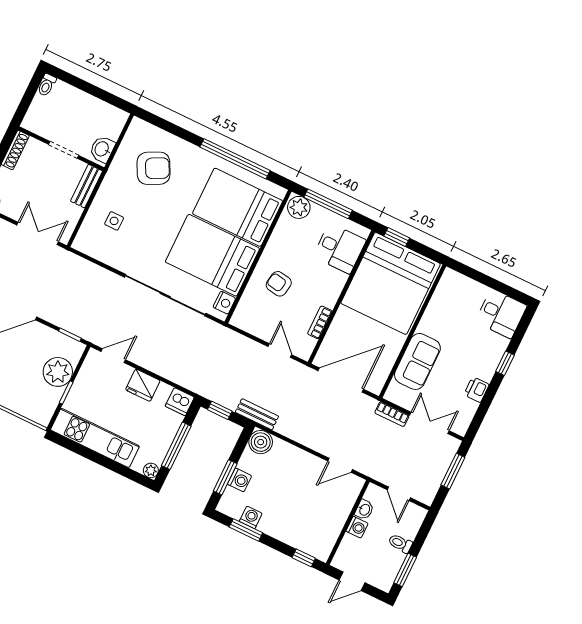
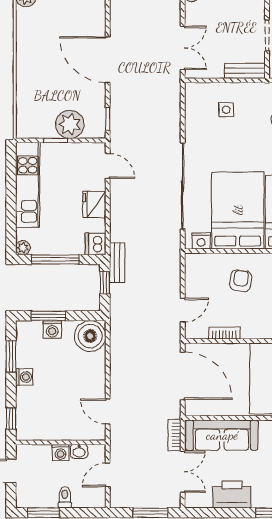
sofa: (417, 361) -> (222, 435), width x1.36
printer: (476, 390) -> (232, 494), width x1.87, depth x1.48
bench: (257, 414) -> (117, 263), moved
boiler: (261, 442) -> (90, 336), width x1.37, depth x1.37
washing machine: (251, 517) -> (24, 377), moved

